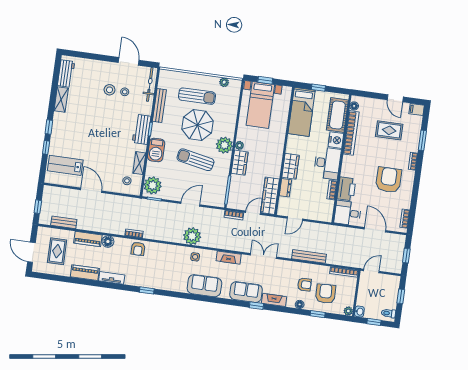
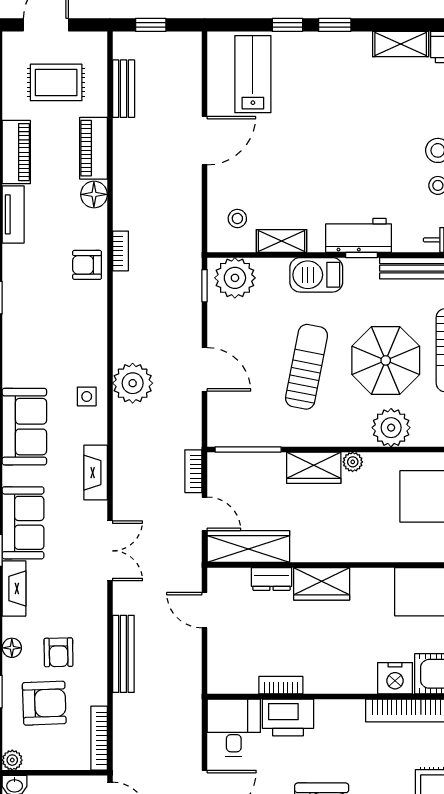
plant: (224, 145) -> (391, 428), moved
desk: (327, 163) -> (340, 666), removed

